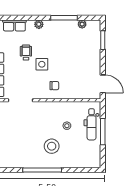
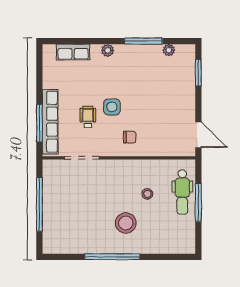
wheelchair: (26, 53) -> (88, 117), moved

